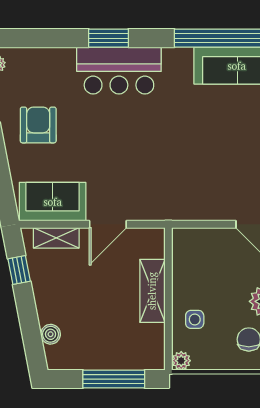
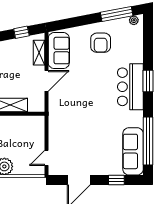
armchair: (38, 125) -> (101, 43), turned 90
door: (108, 224) -> (46, 81), swing flipped

